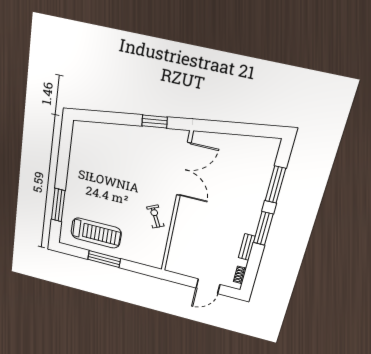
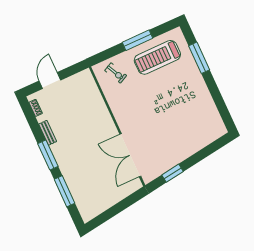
exercise bike: (155, 216) -> (116, 73), moved

